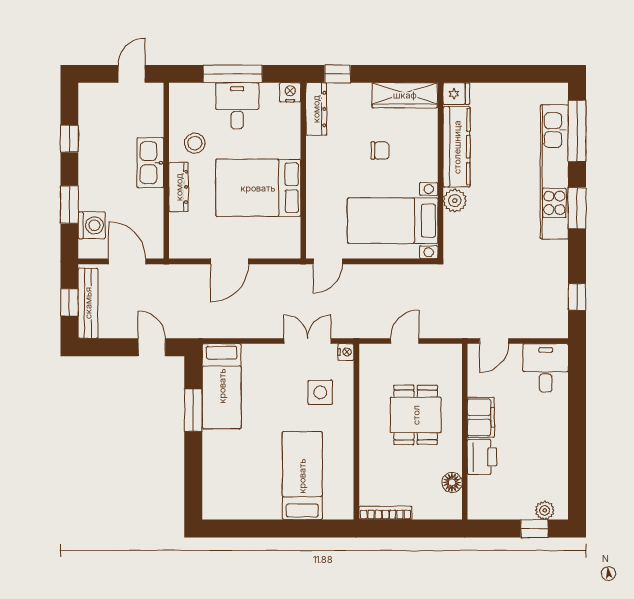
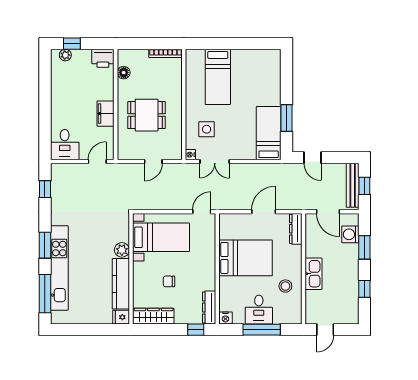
dresser: (179, 187) -> (296, 229), moved
dining table: (416, 415) -> (147, 115), turned 90
printer: (482, 457) -> (103, 58), moved, turned -90

